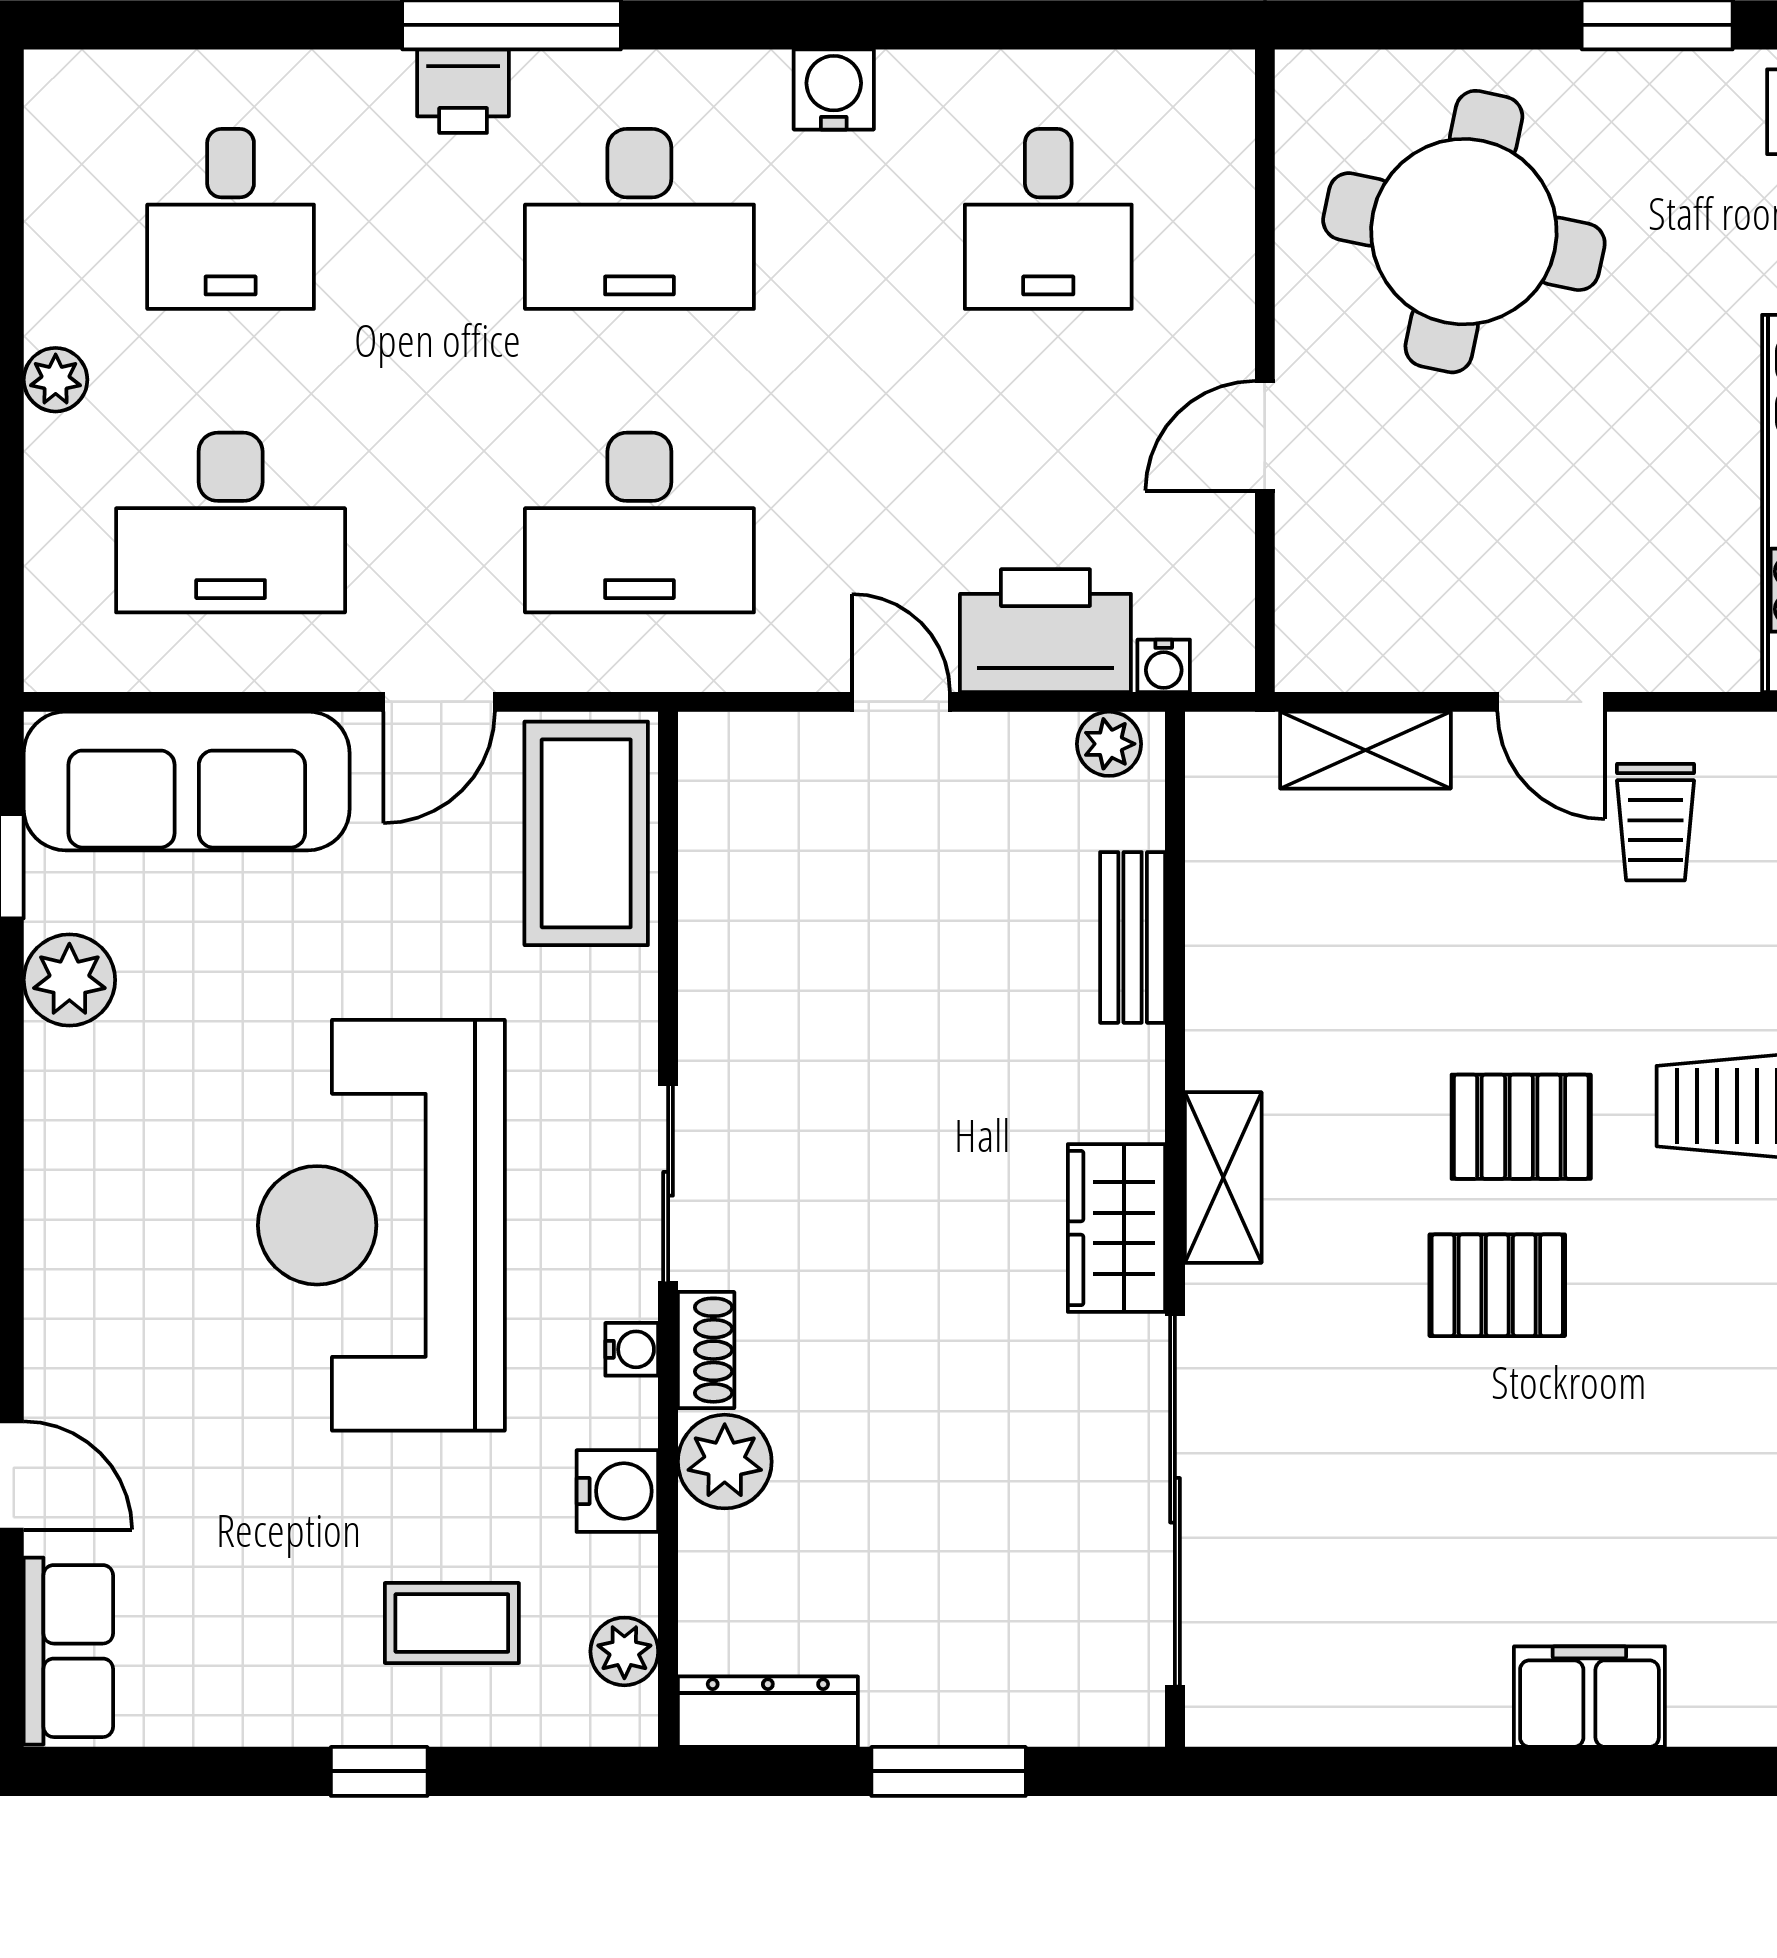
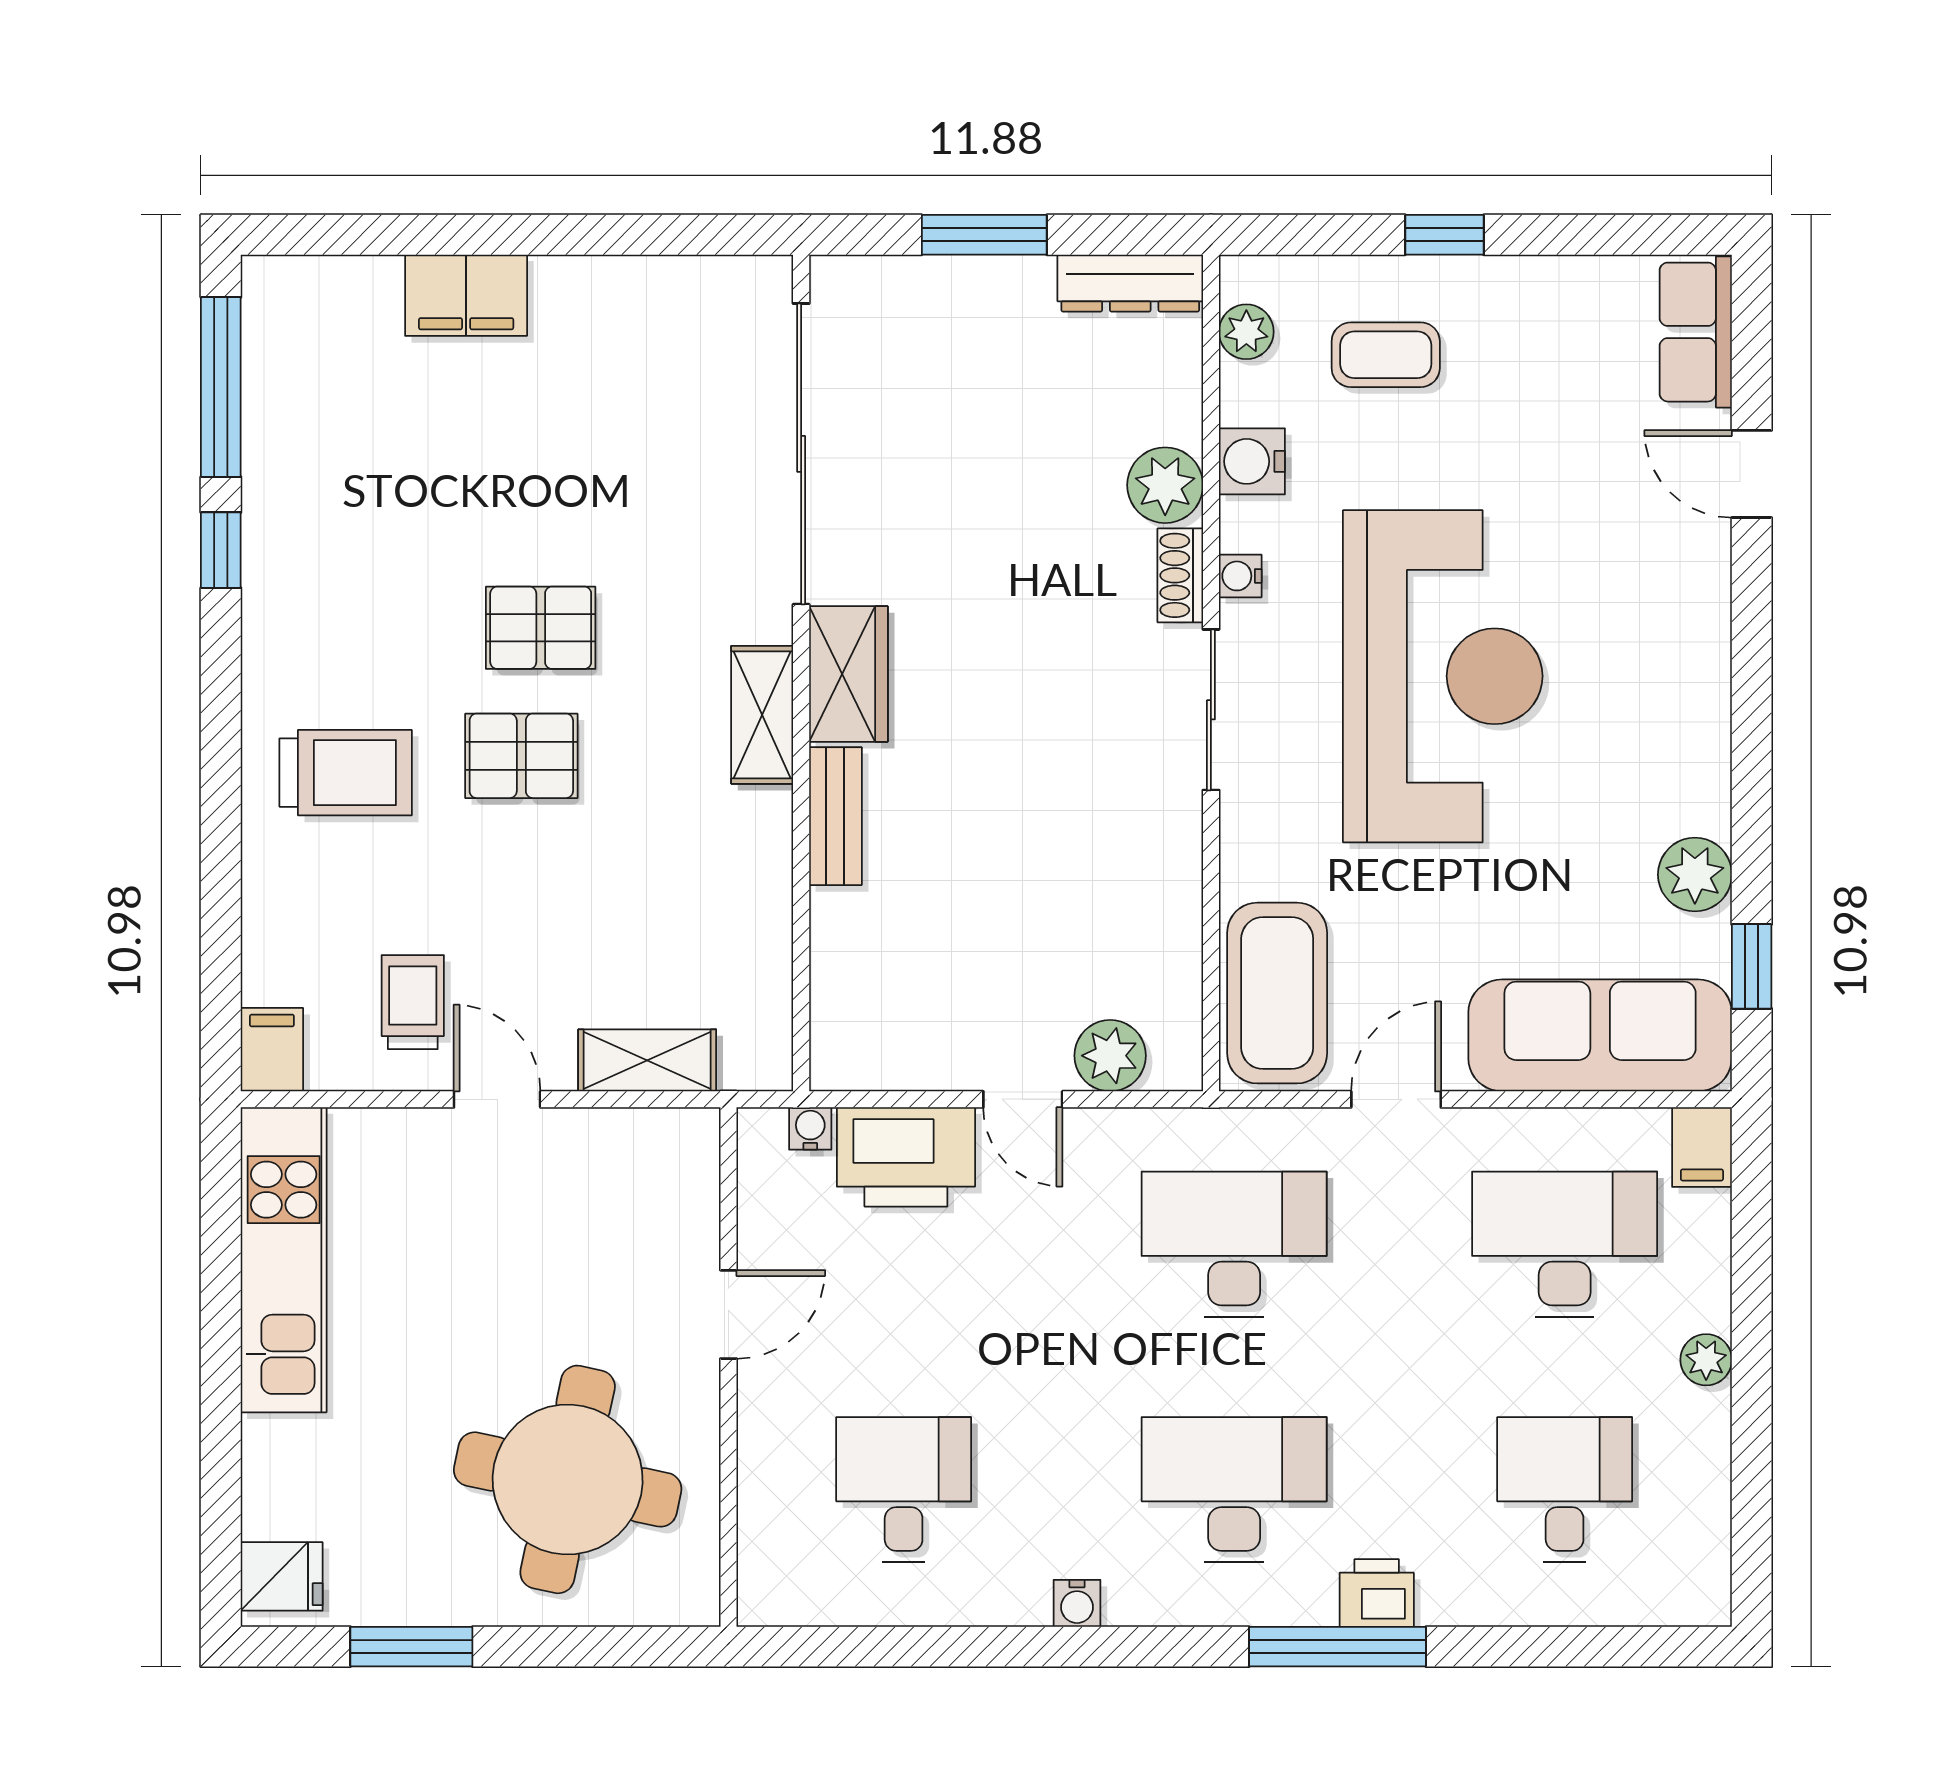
water cooler: (834, 90) -> (1077, 1603), width x0.72, depth x0.72
filing cabinet: (61, 643) -> (1702, 1147), added
plant: (1109, 744) -> (1110, 1056), moved, width x1.38, depth x1.38
bench: (1133, 937) -> (835, 816), moved

